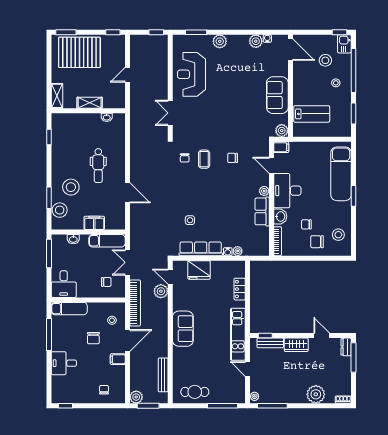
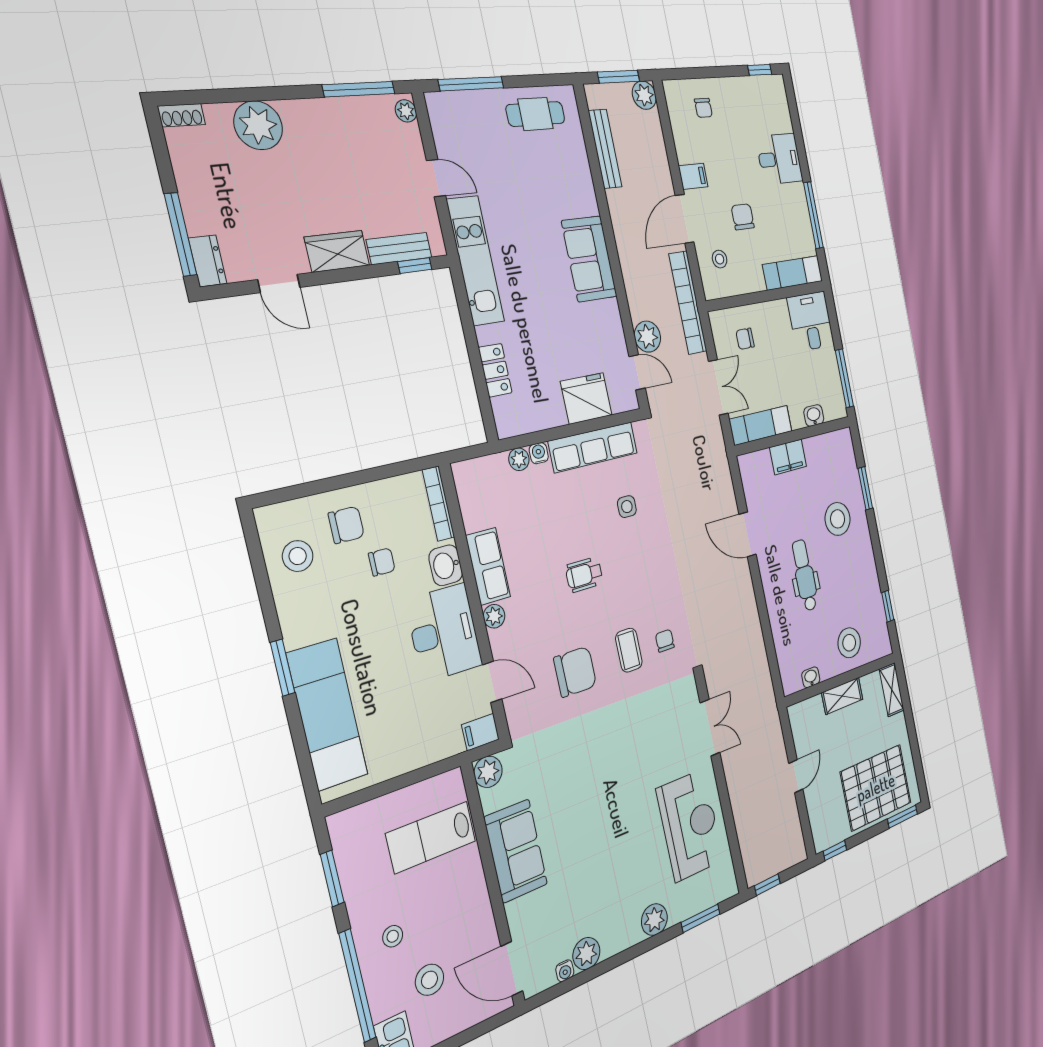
chair: (233, 158) -> (575, 672), width x1.87, depth x1.87
wheelchair: (218, 197) -> (584, 575), added
stool: (60, 210) -> (849, 643), moved

